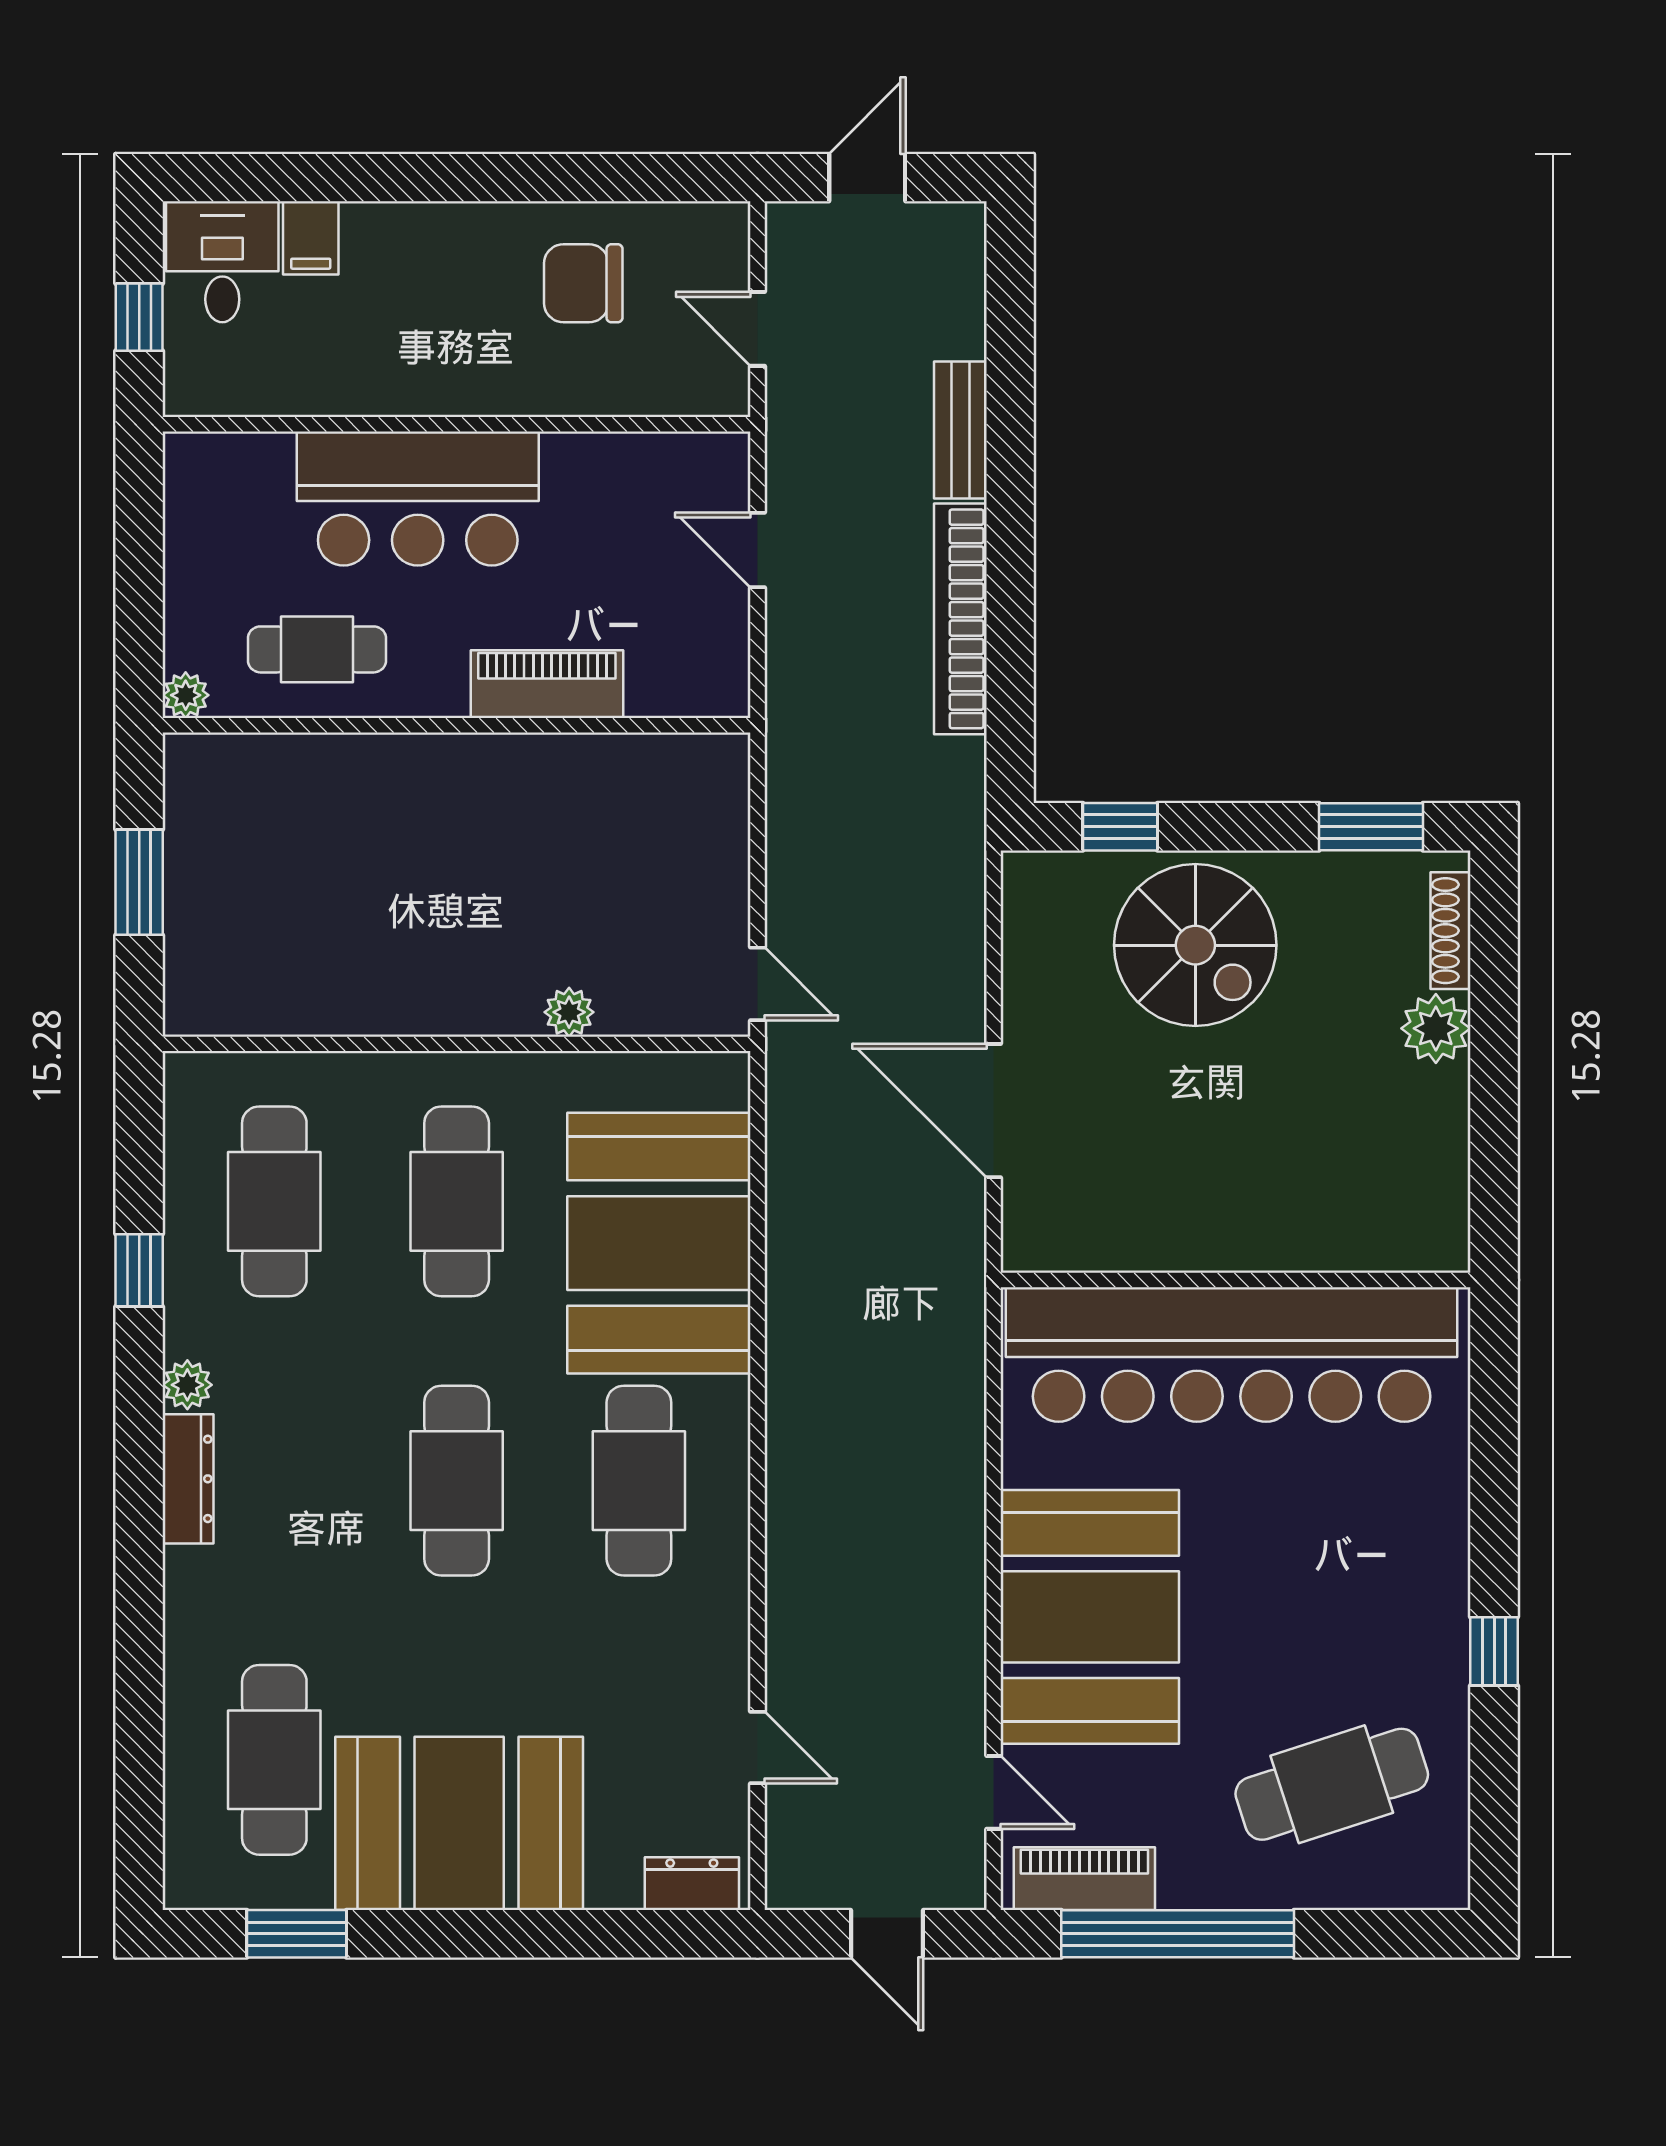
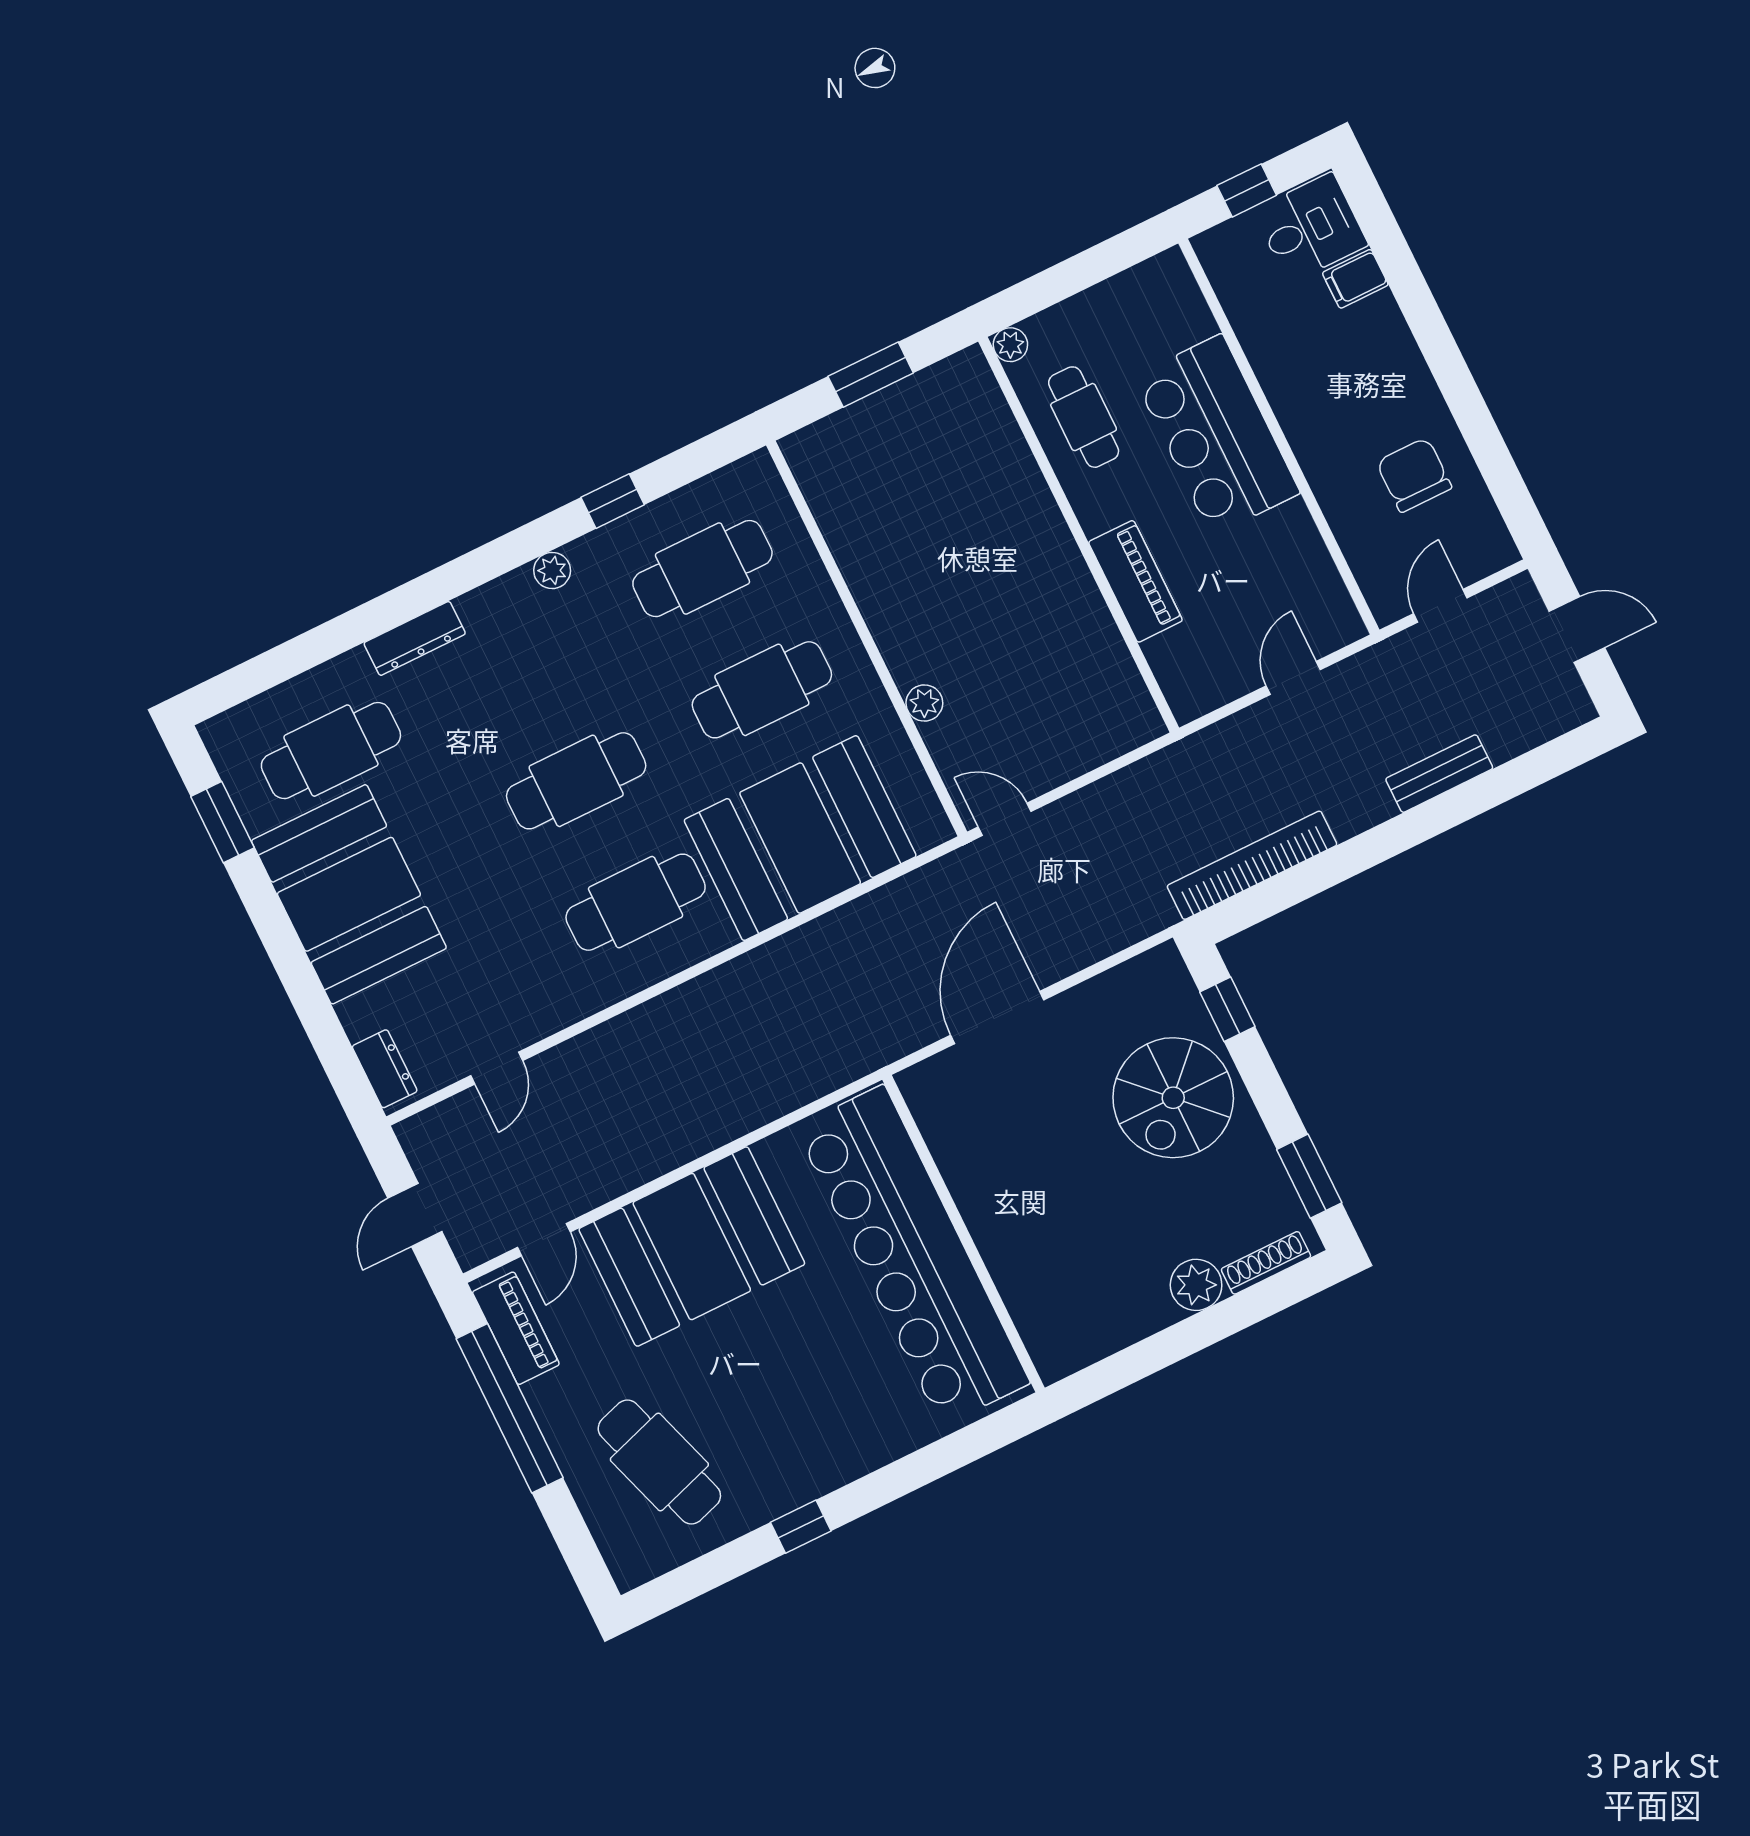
bookcase: (960, 619) -> (1252, 865), moved
door: (758, 984) -> (1005, 819), swing flipped
dresser: (188, 1479) -> (415, 638), moved

